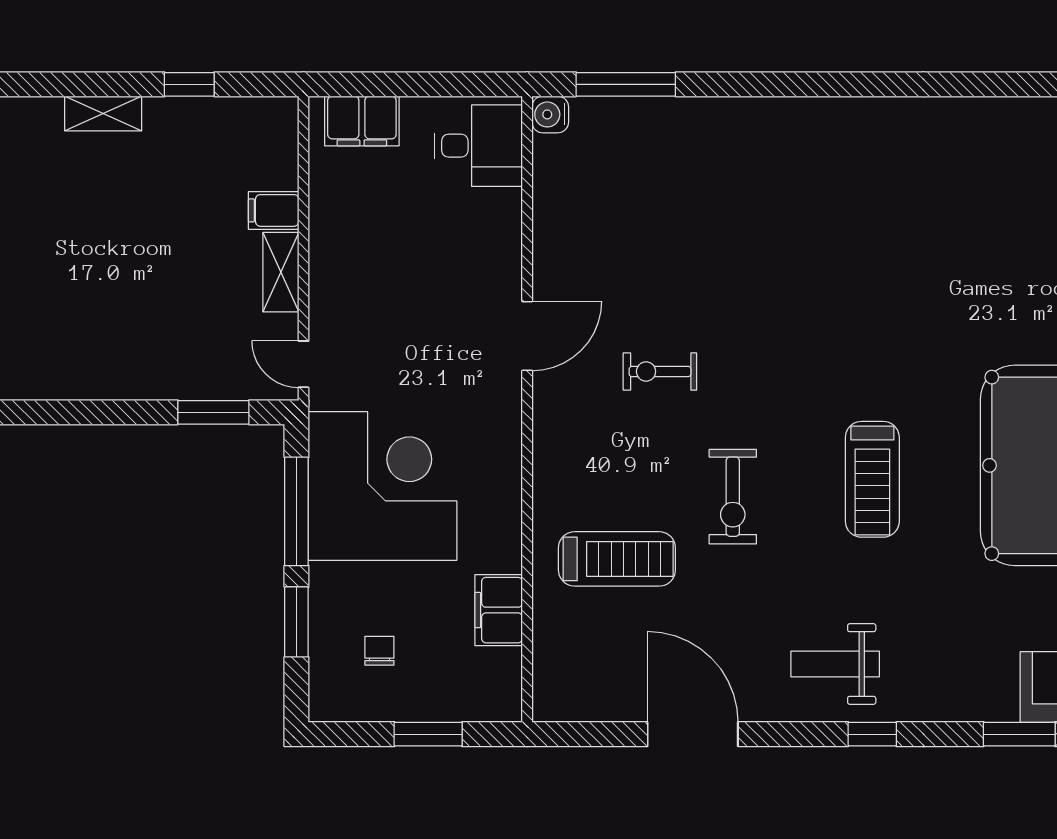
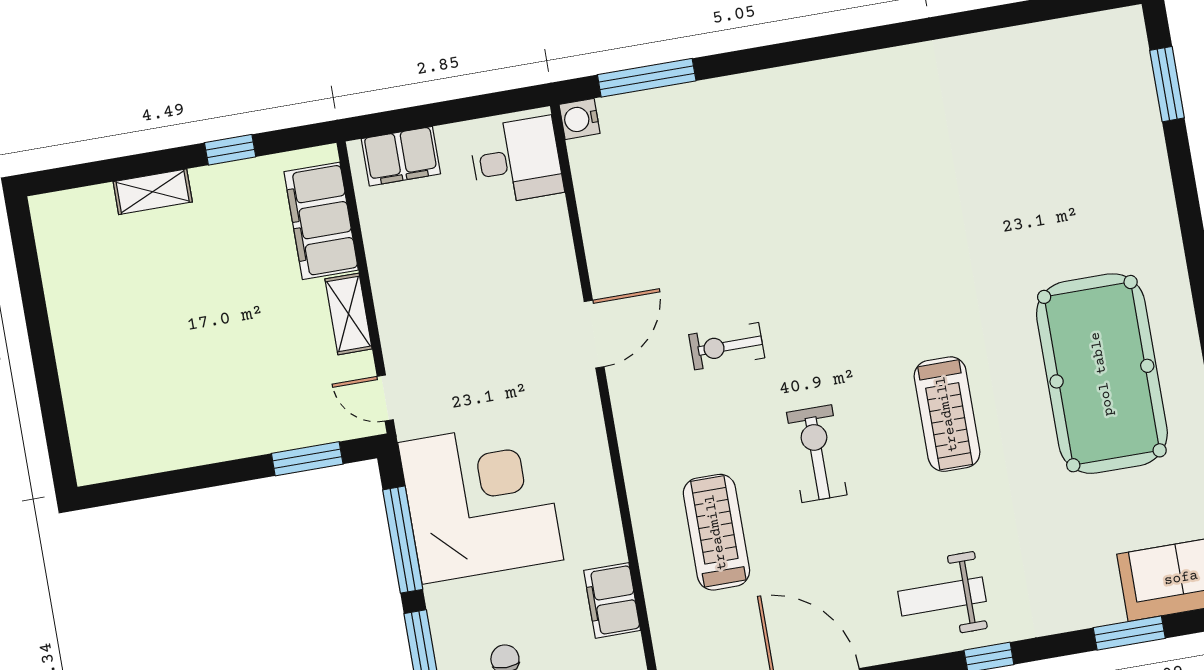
filing cabinet: (274, 210) -> (321, 221), width x3.00, depth x1.17
exercise bike: (733, 497) -> (817, 454), turned 180
treadmill: (617, 559) -> (716, 532), turned -90

